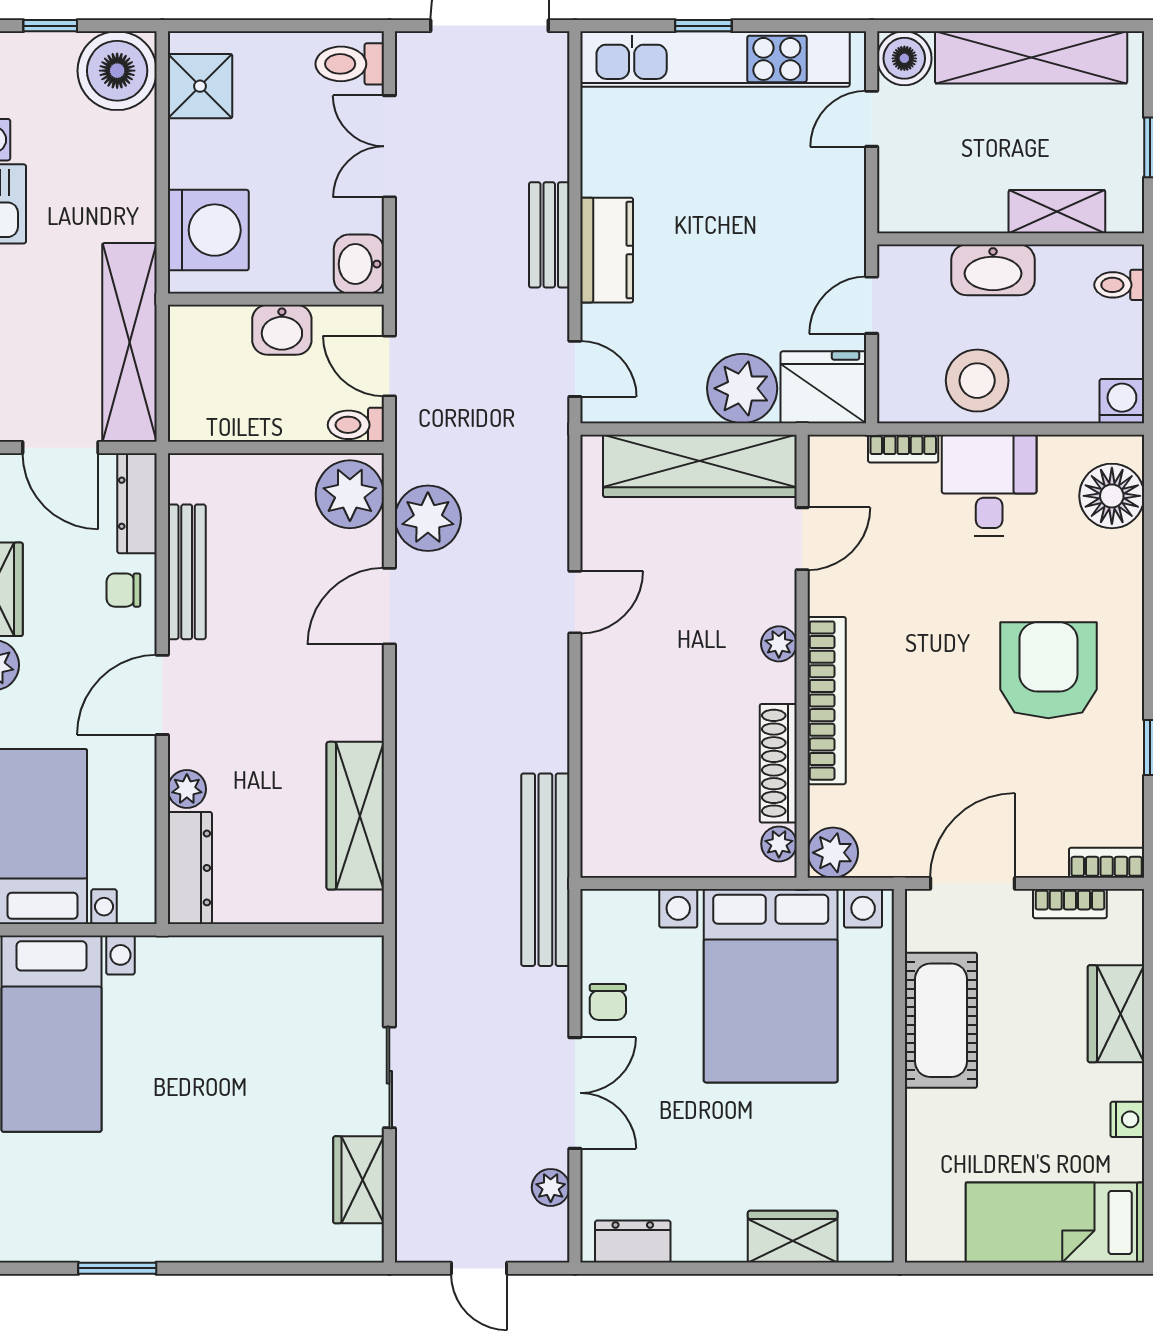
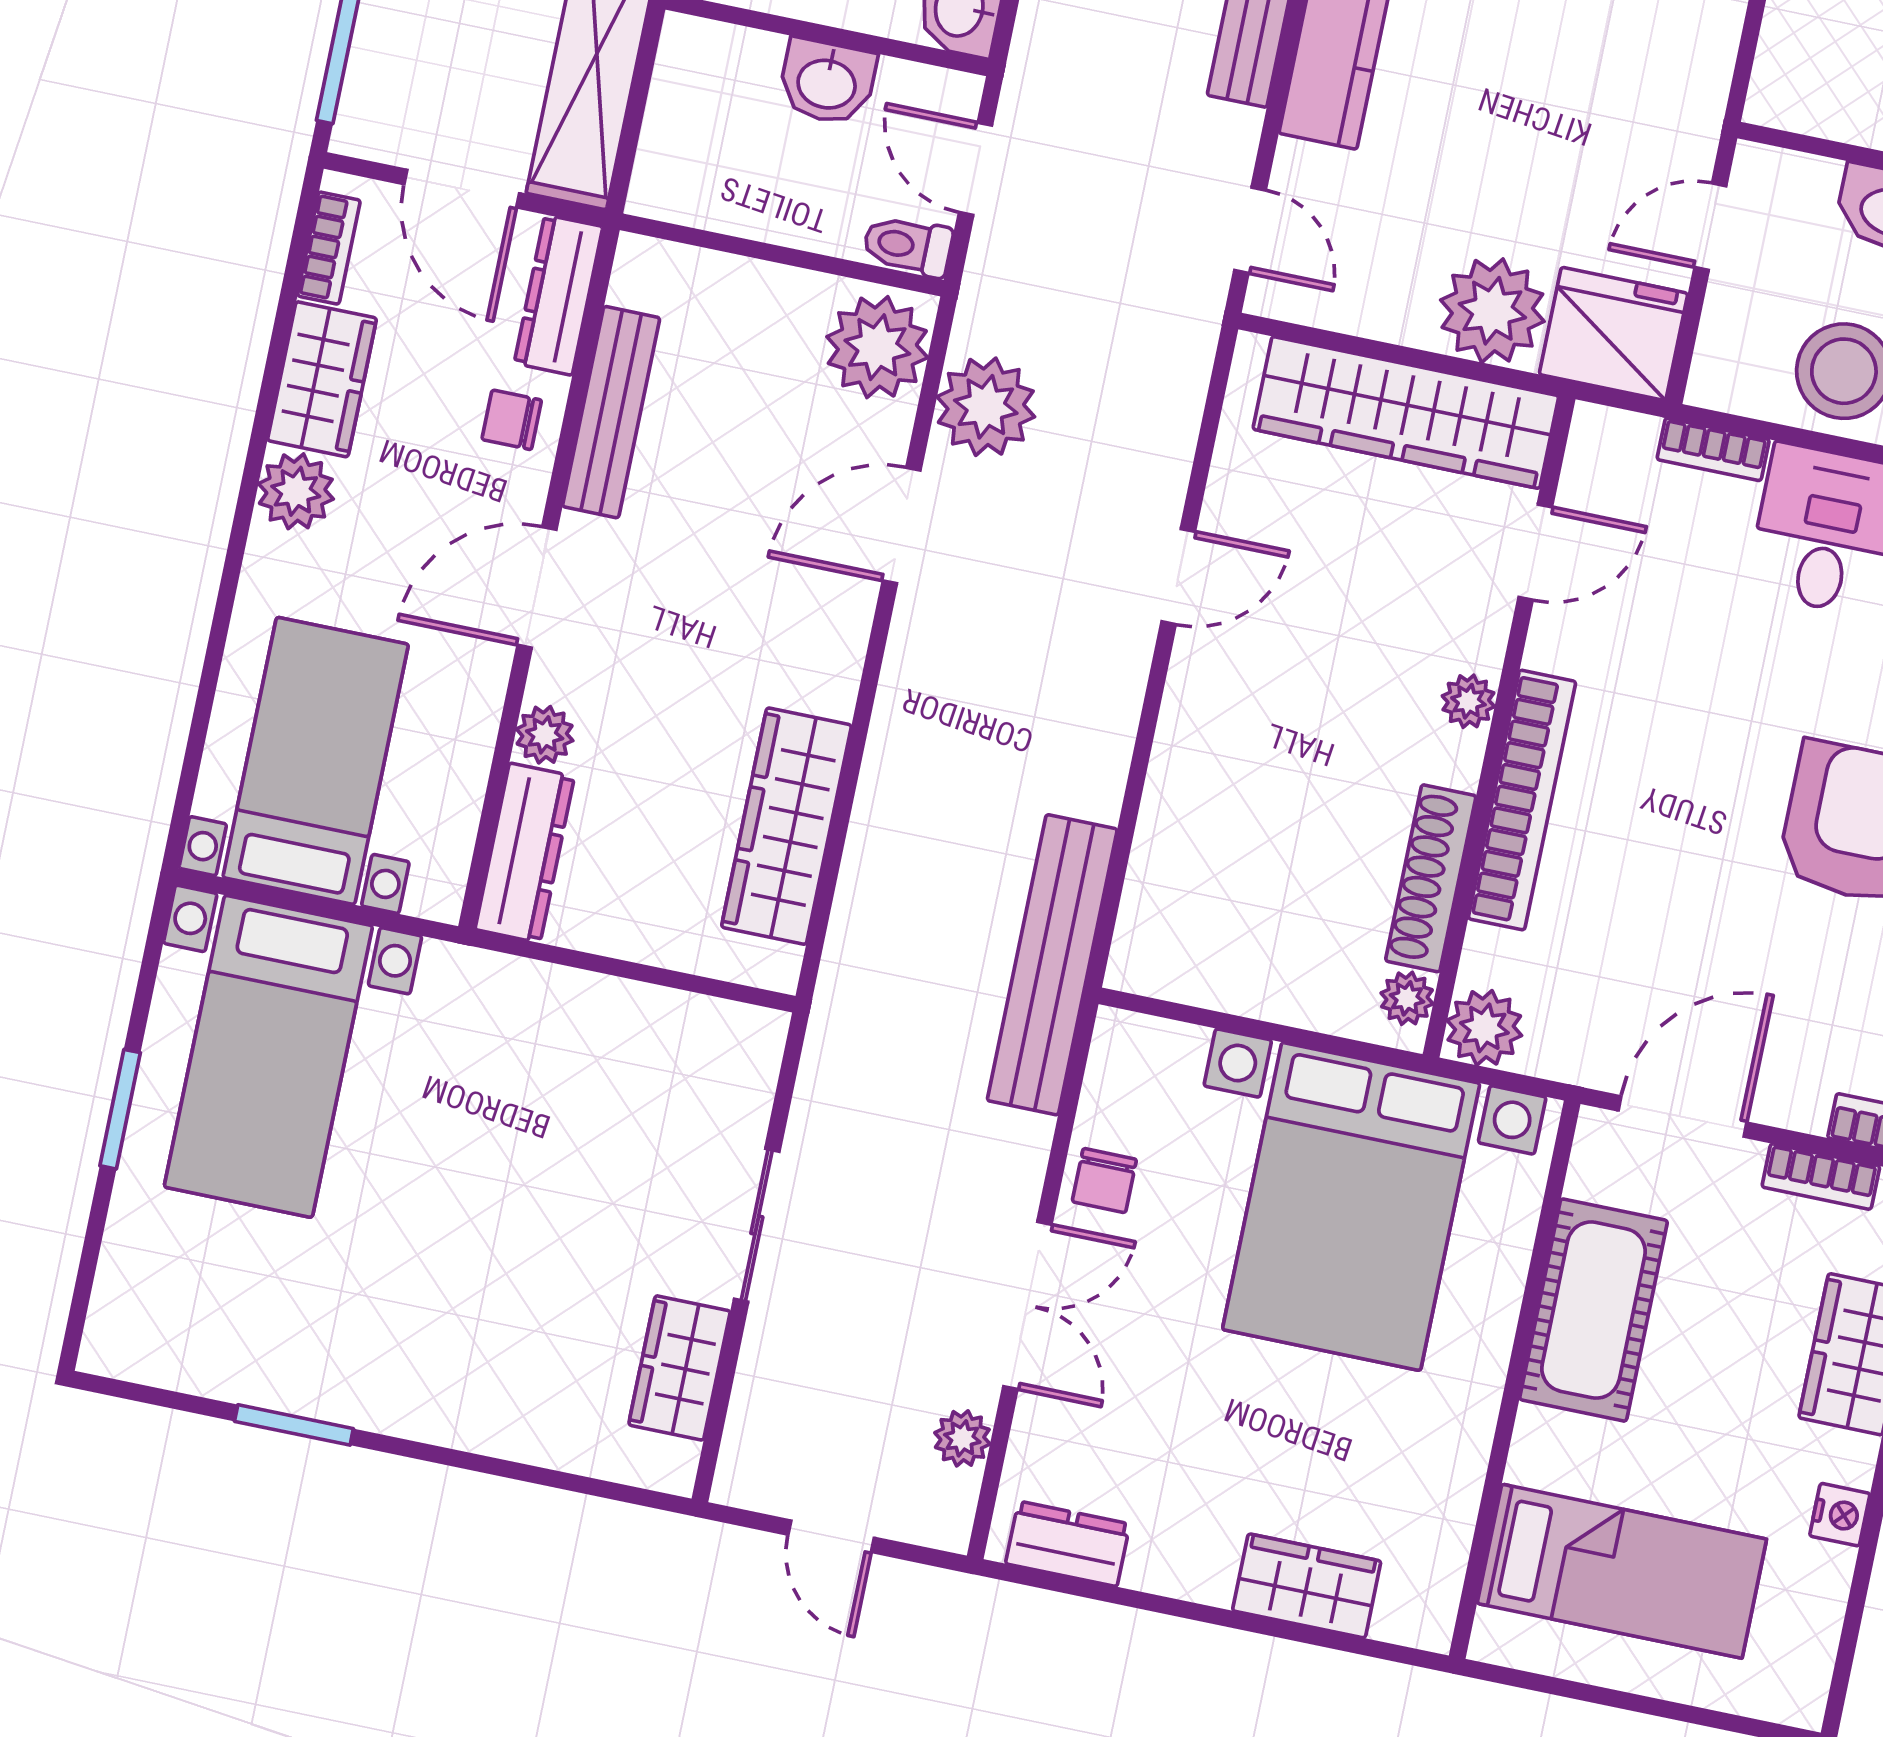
bed: (1055, 1222) -> (1622, 1571), moved, turned 180

